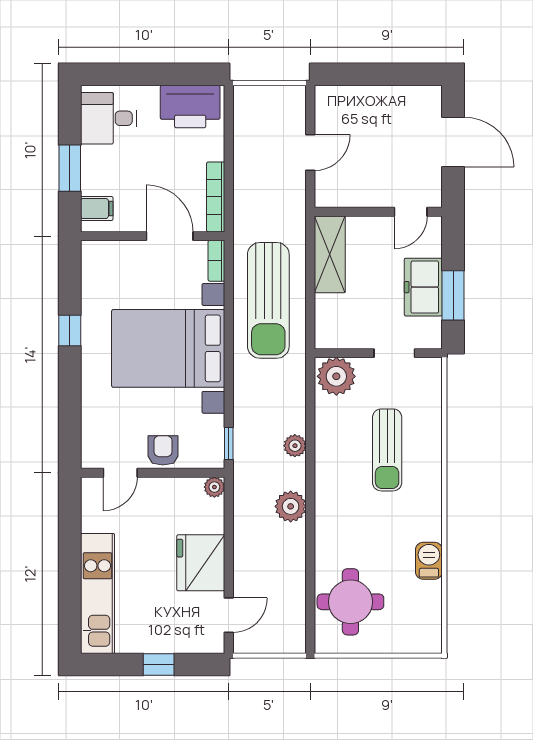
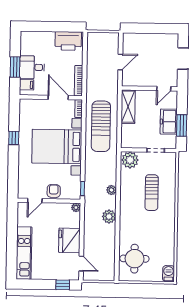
desk: (109, 118) -> (32, 67), moved
barbecue: (429, 561) -> (169, 274), moved
door: (229, 615) -> (81, 264), hinge flipped
window: (159, 664) -> (63, 285), moved

